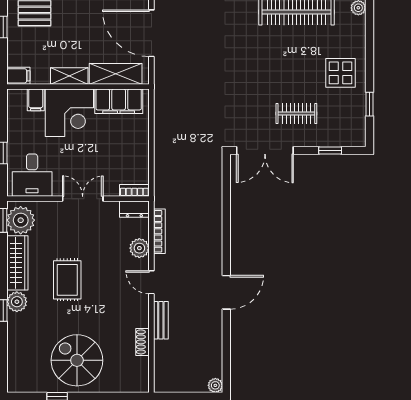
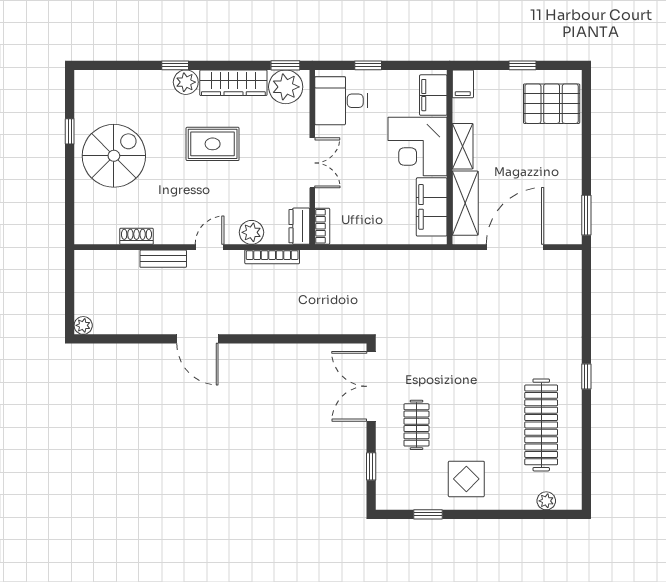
filing cabinet: (36, 100) -> (433, 95), width x2.00

